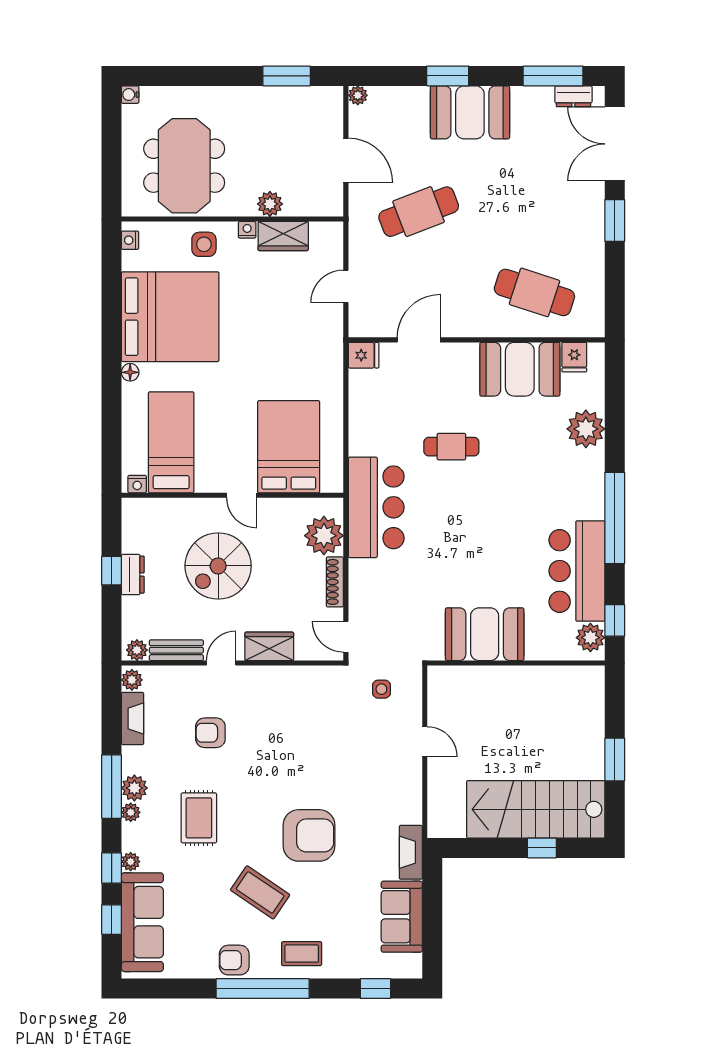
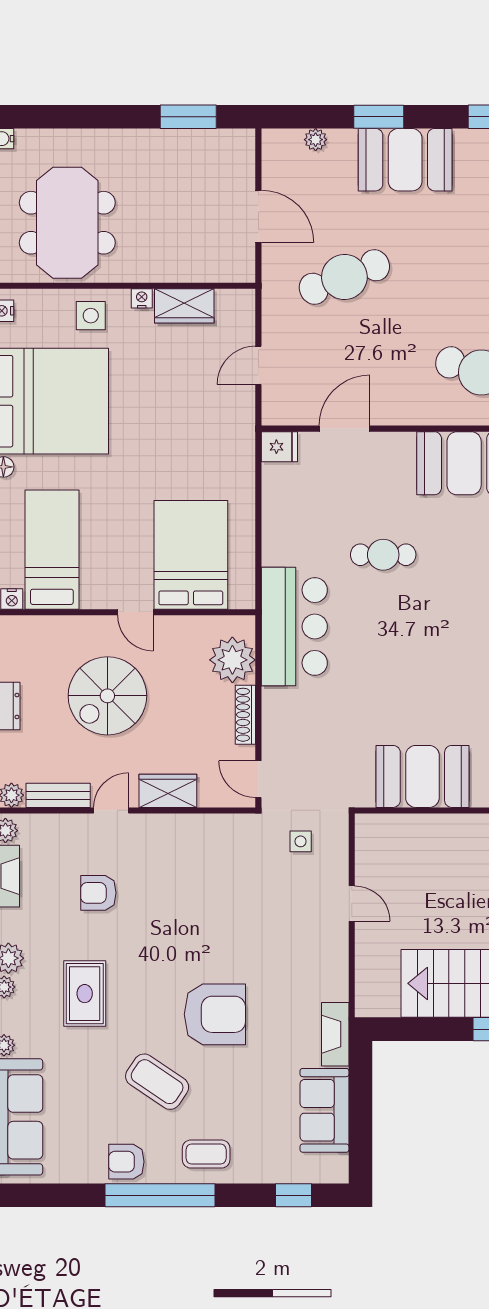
plant: (358, 95) -> (316, 140), moved
plant: (270, 204) -> (169, 268), removed

